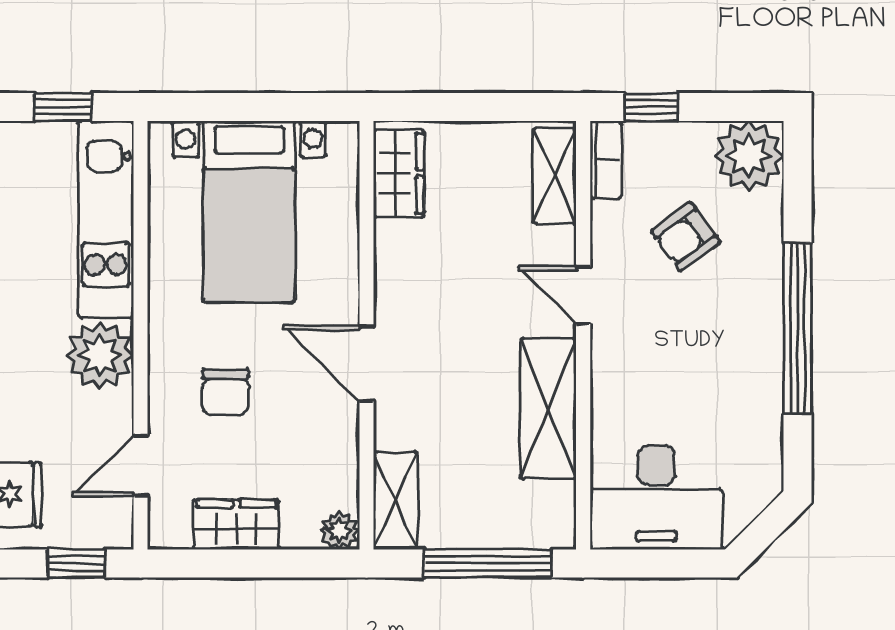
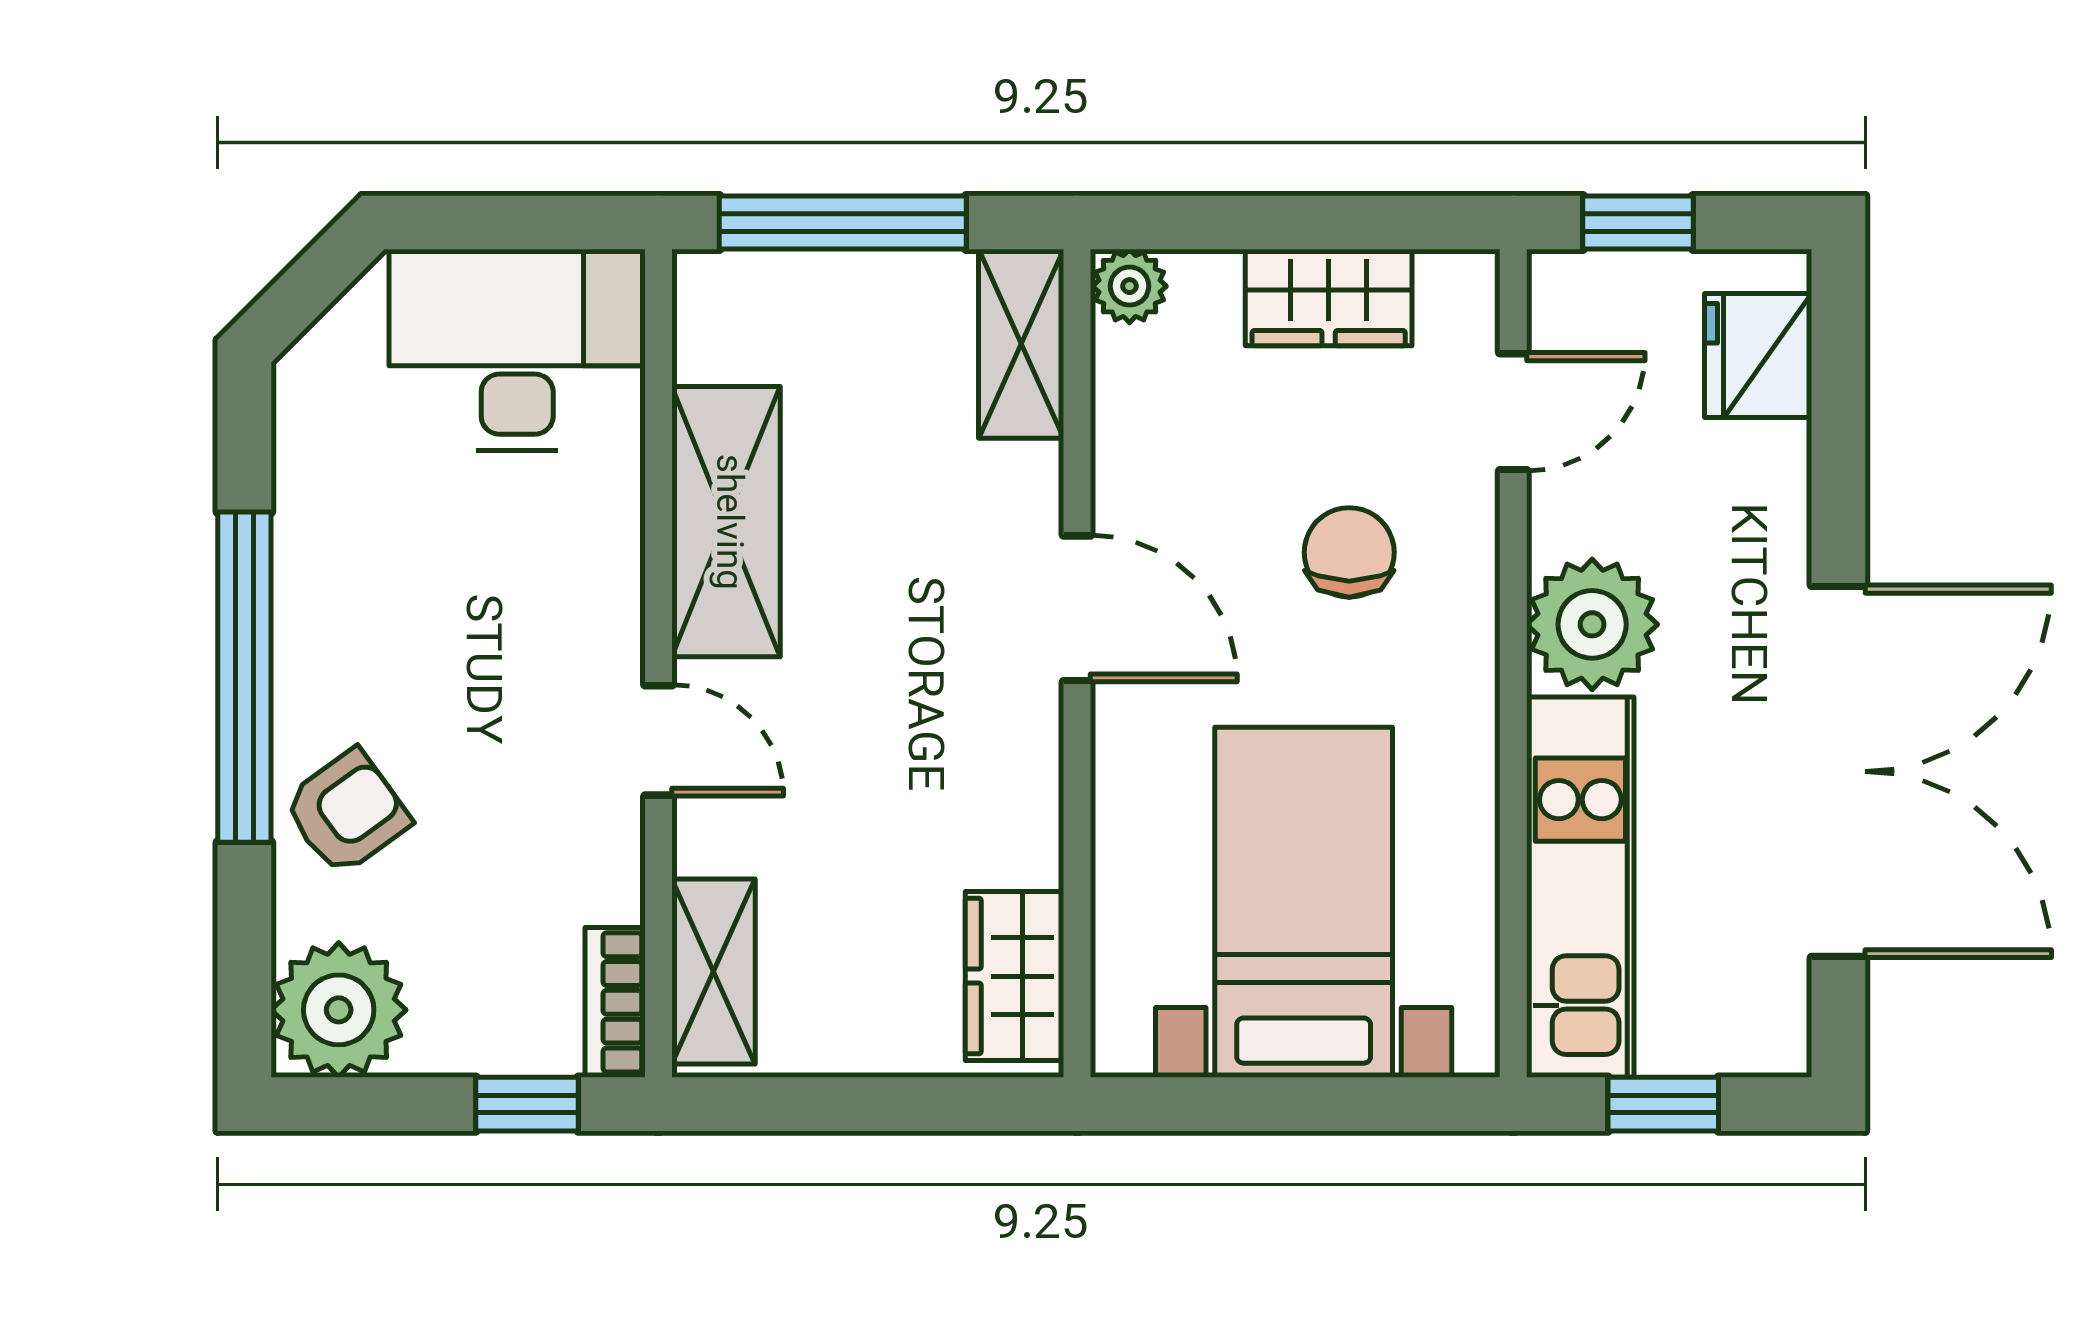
armchair: (686, 237) -> (347, 812), moved

